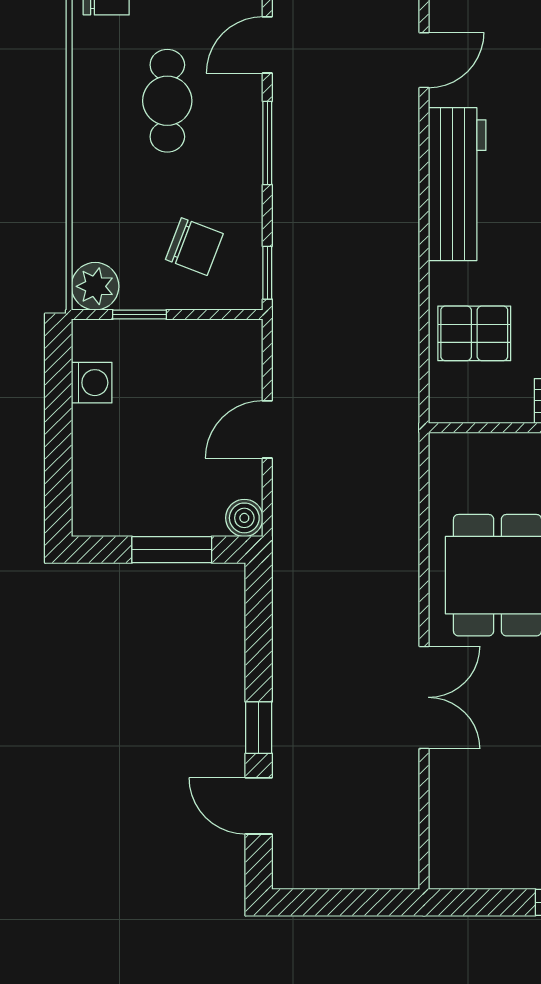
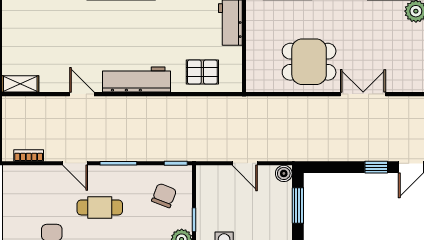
pallet: (474, 333) -> (202, 72), turned 90

